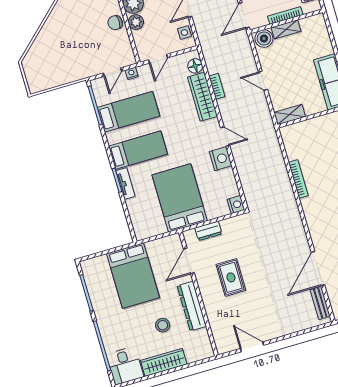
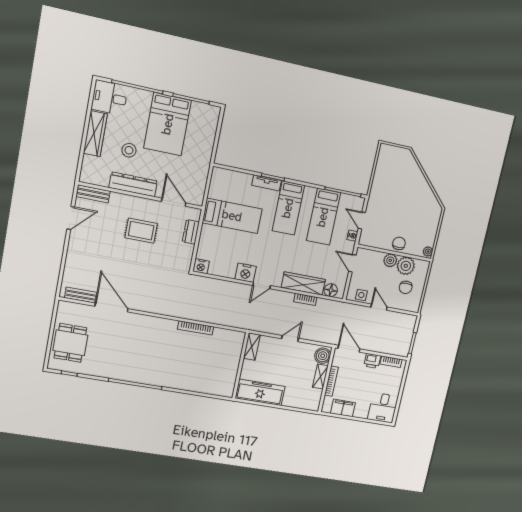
bed: (180, 198) -> (232, 216), width x0.67
bed: (133, 276) -> (168, 124), moved, turned -90
bench: (219, 338) -> (93, 194), added

